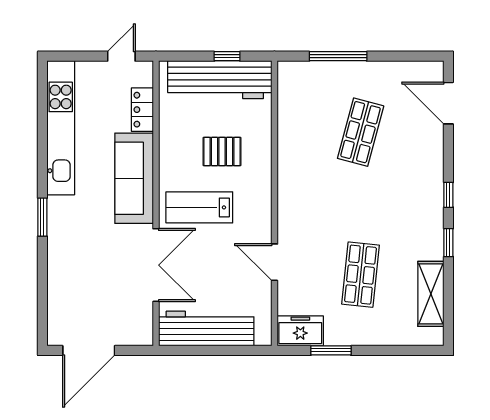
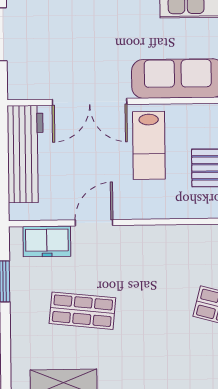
lab bench: (199, 207) -> (149, 145), turned 180
freezer: (300, 331) -> (47, 241), moved, turned 90

